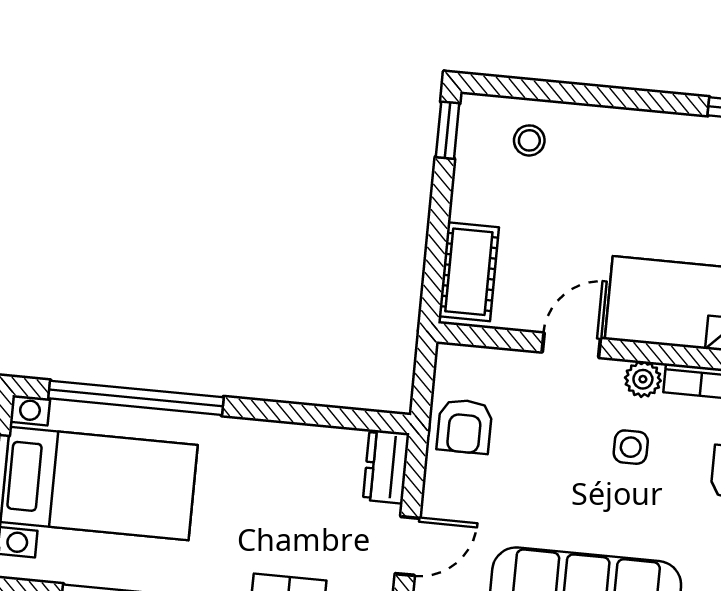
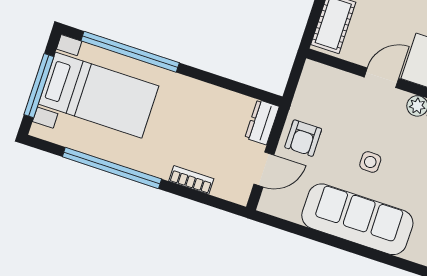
armchair: (465, 426) -> (303, 138), moved
side table: (631, 447) -> (370, 162), moved

